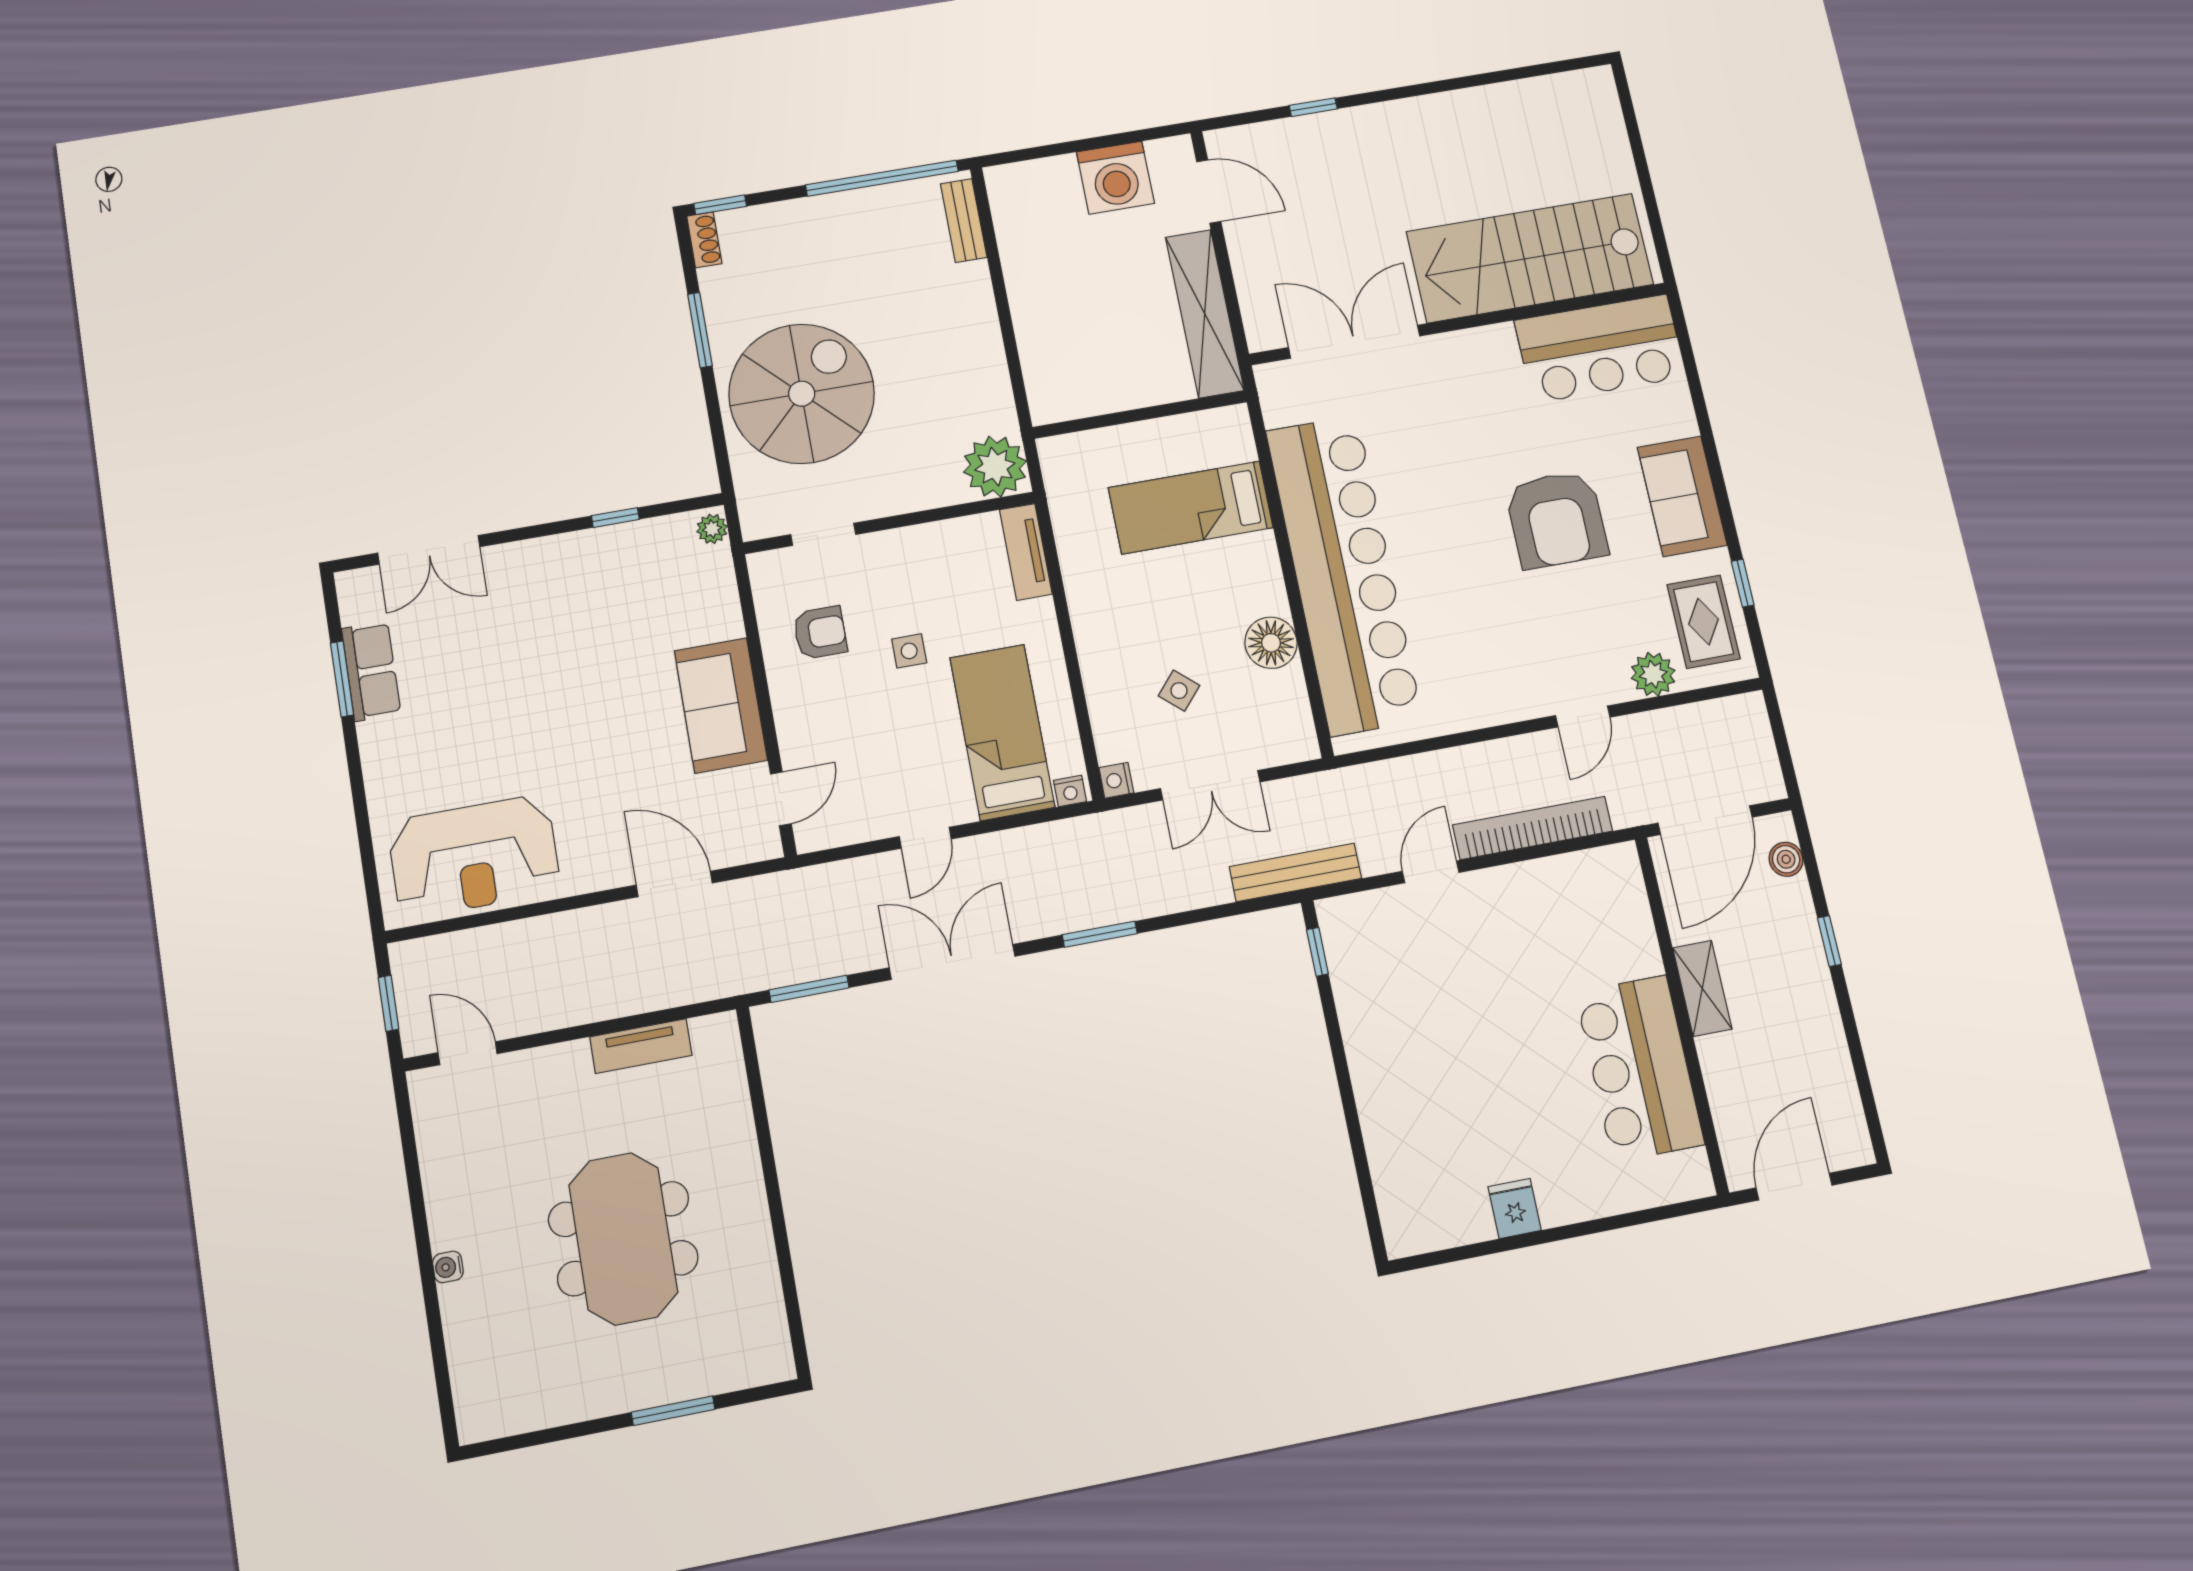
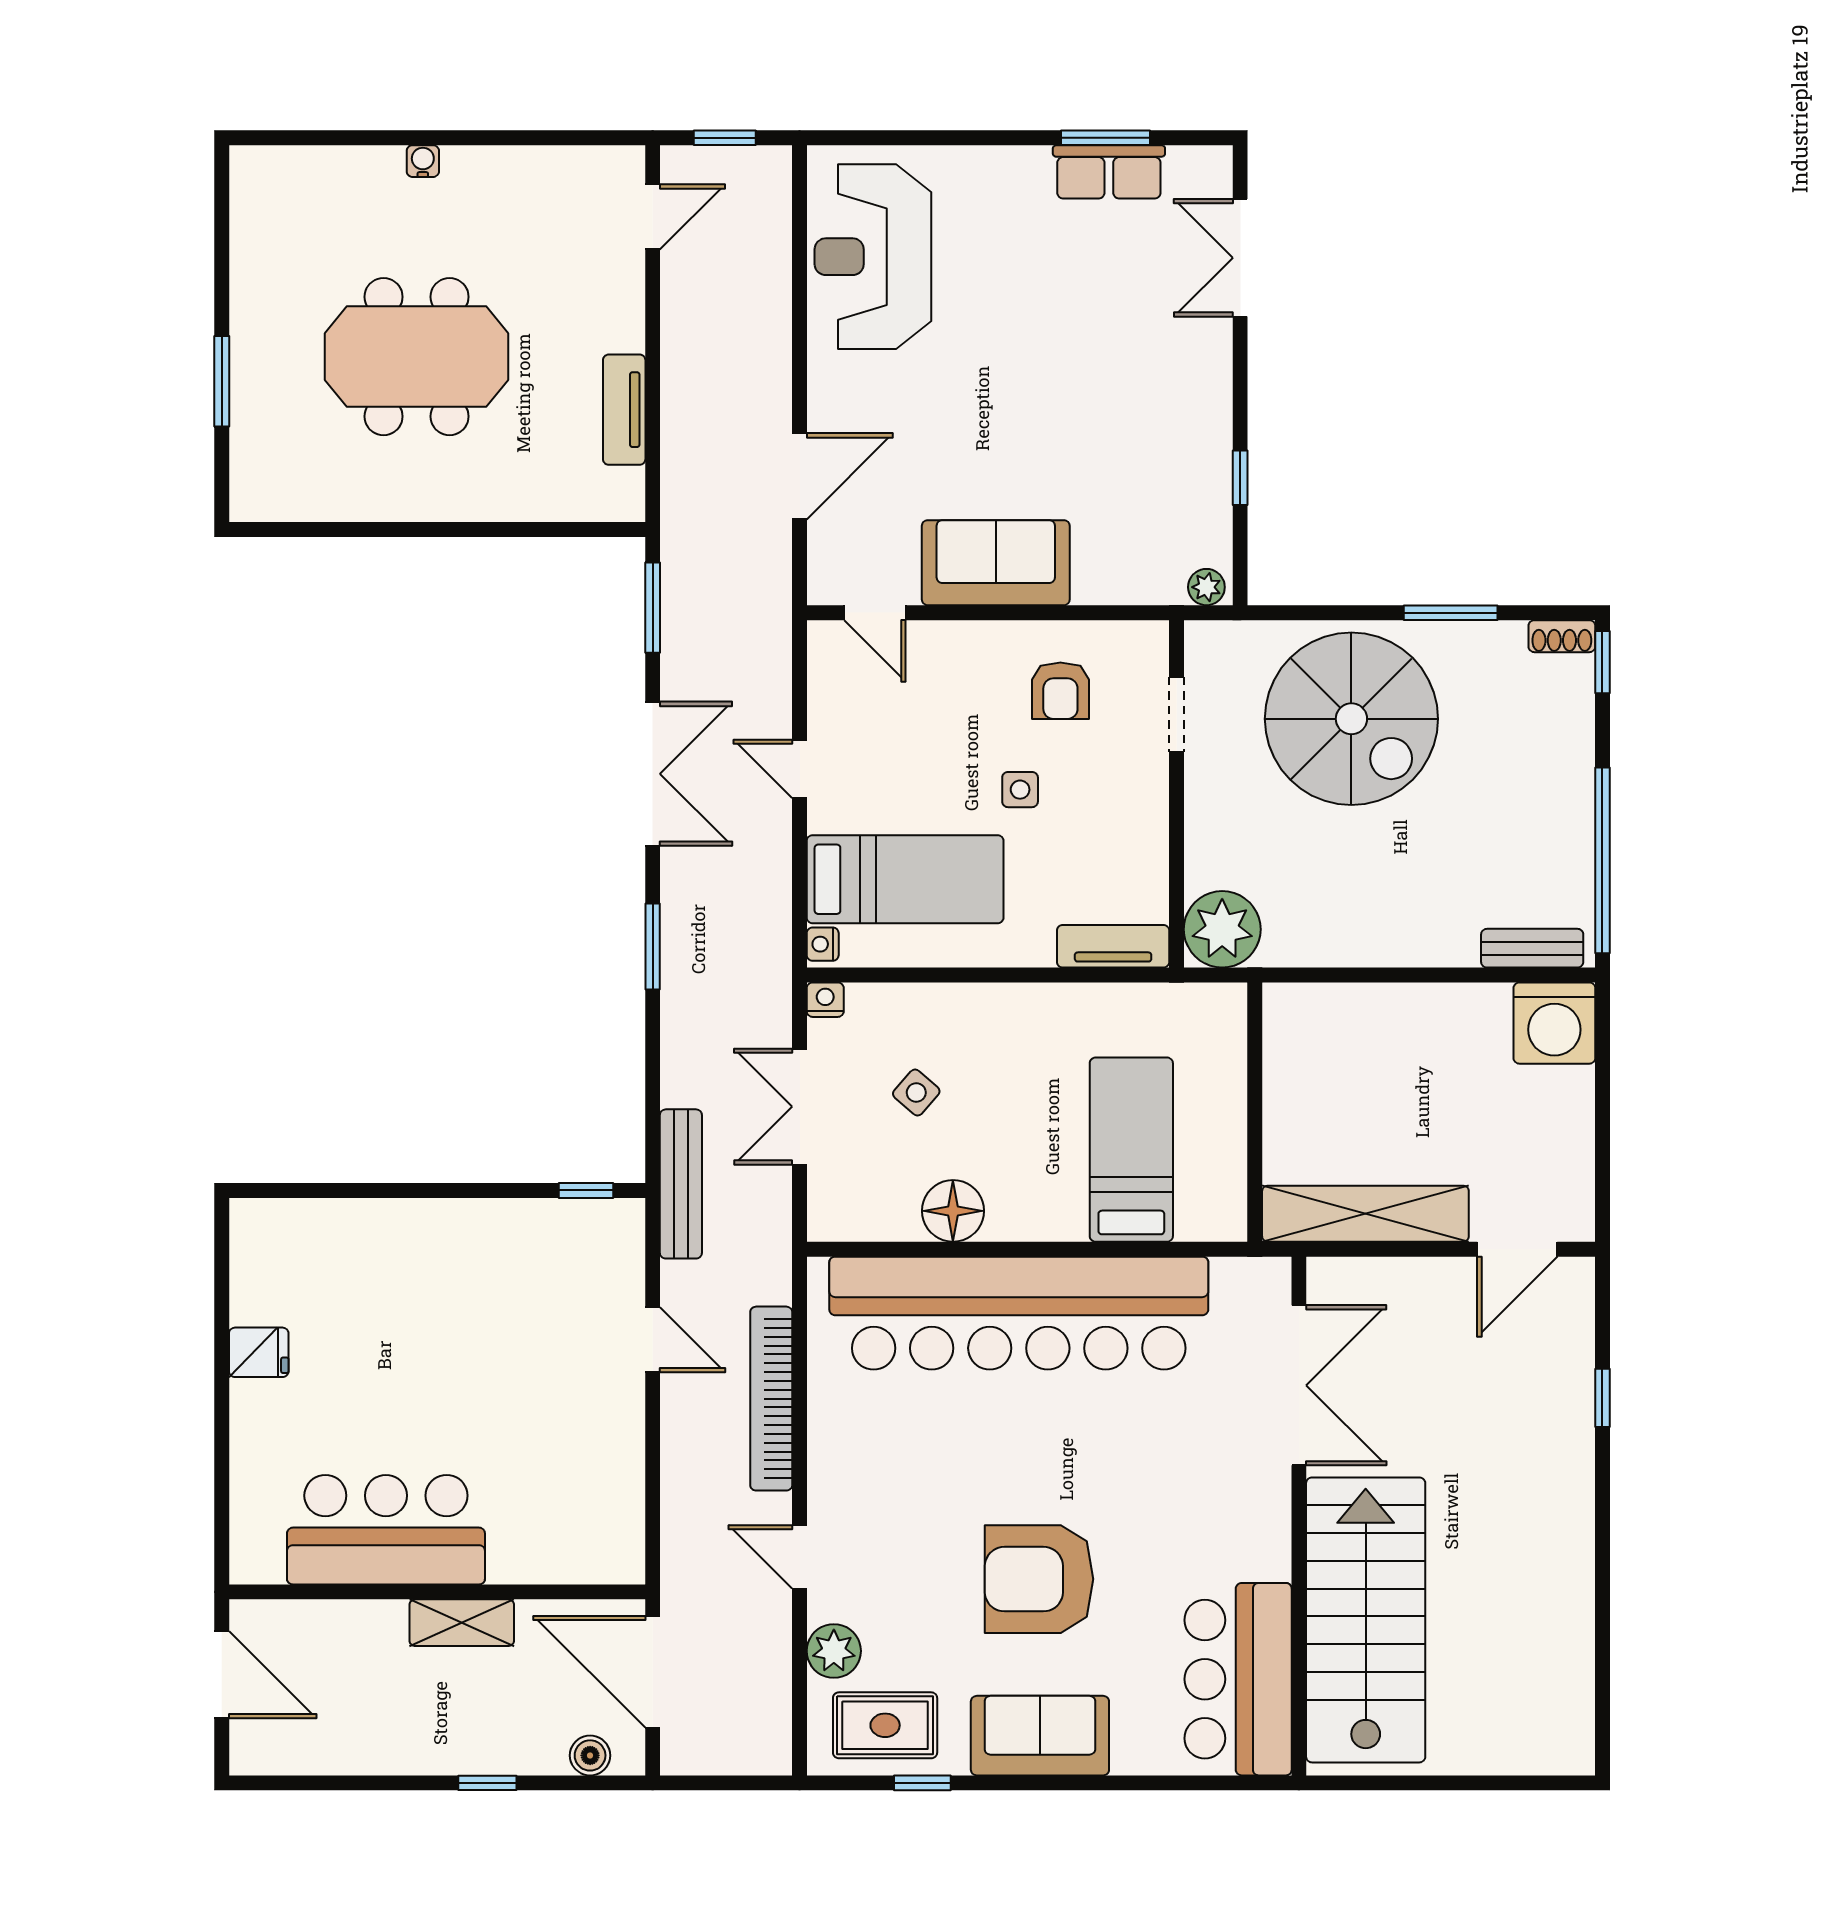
washing machine: (1115, 178) -> (1554, 1023), moved, turned -90
bookcase: (1533, 828) -> (771, 1399), moved, turned 180

